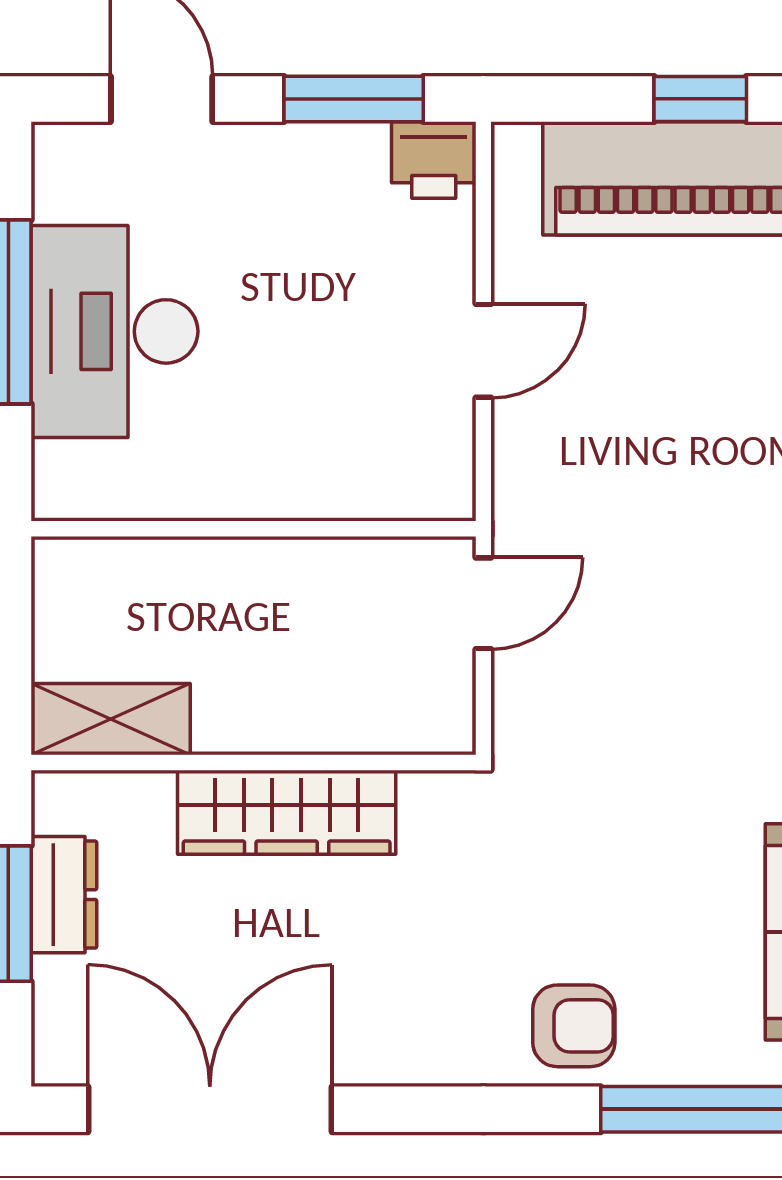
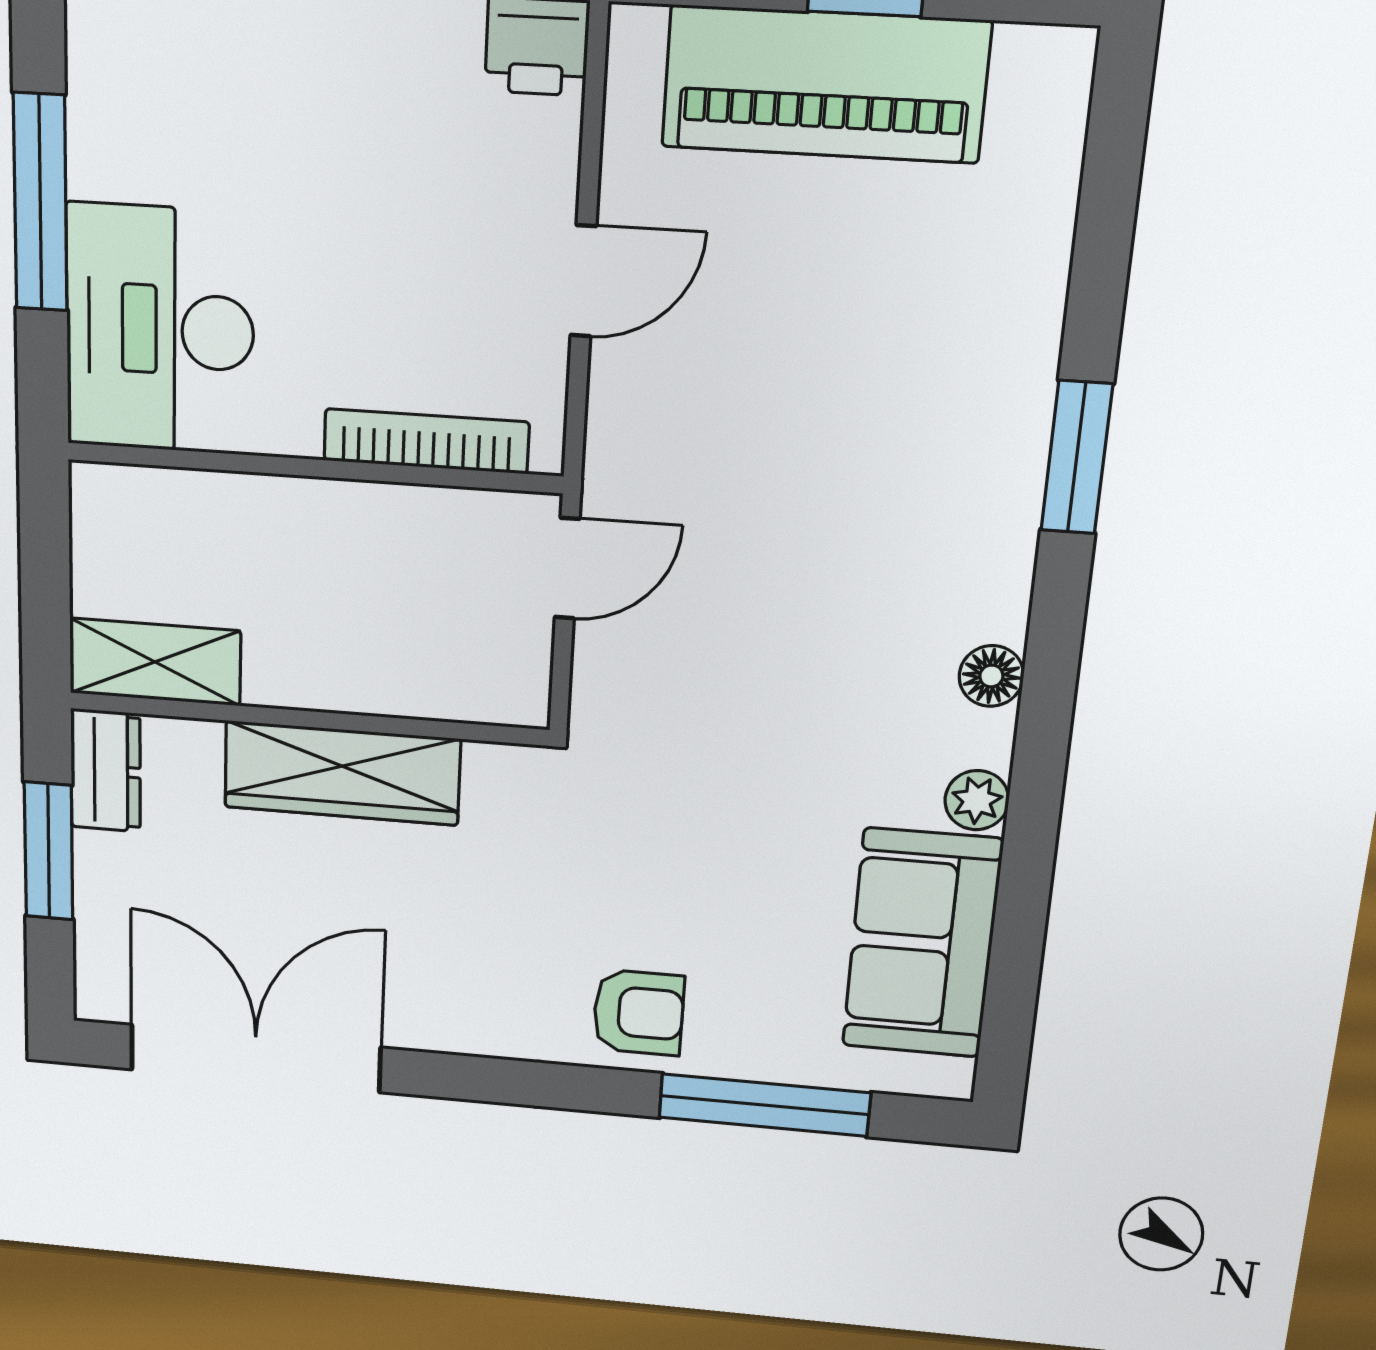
desk: (114, 331) -> (160, 330), moved
bookcase: (353, 498) -> (426, 441), added
dresser: (64, 895) -> (106, 771), moved

